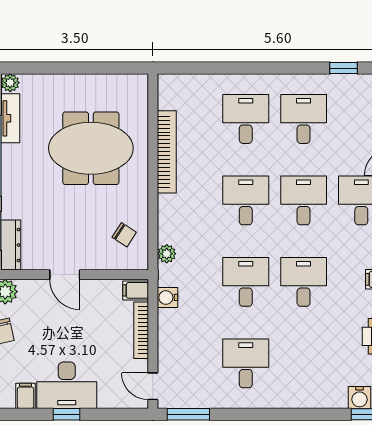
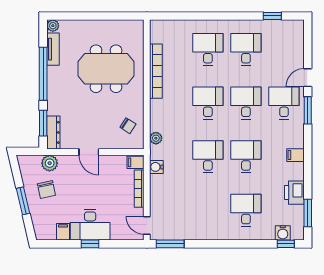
desk: (246, 363) -> (246, 210), moved

